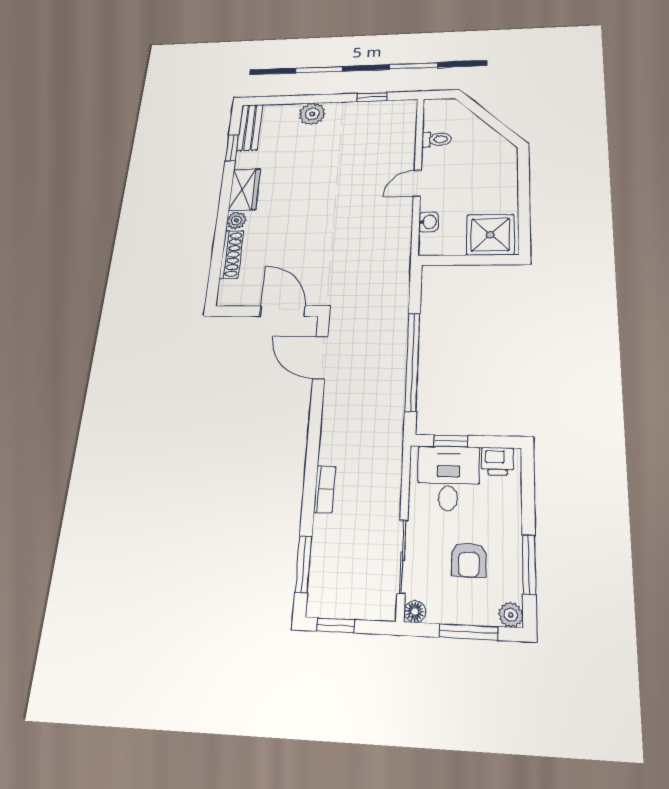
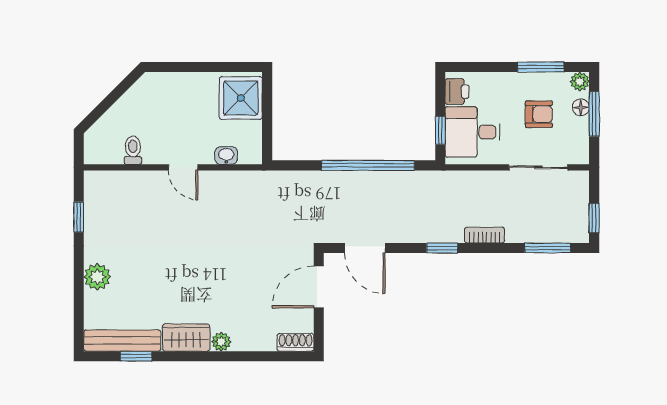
bench: (250, 128) -> (122, 341), width x1.36
shoe rack: (231, 254) -> (296, 342), moved, width x0.70
door: (320, 357) -> (365, 248), hinge flipped
window: (314, 440) -> (442, 248), added
floor lamp: (415, 612) -> (581, 107), moved

